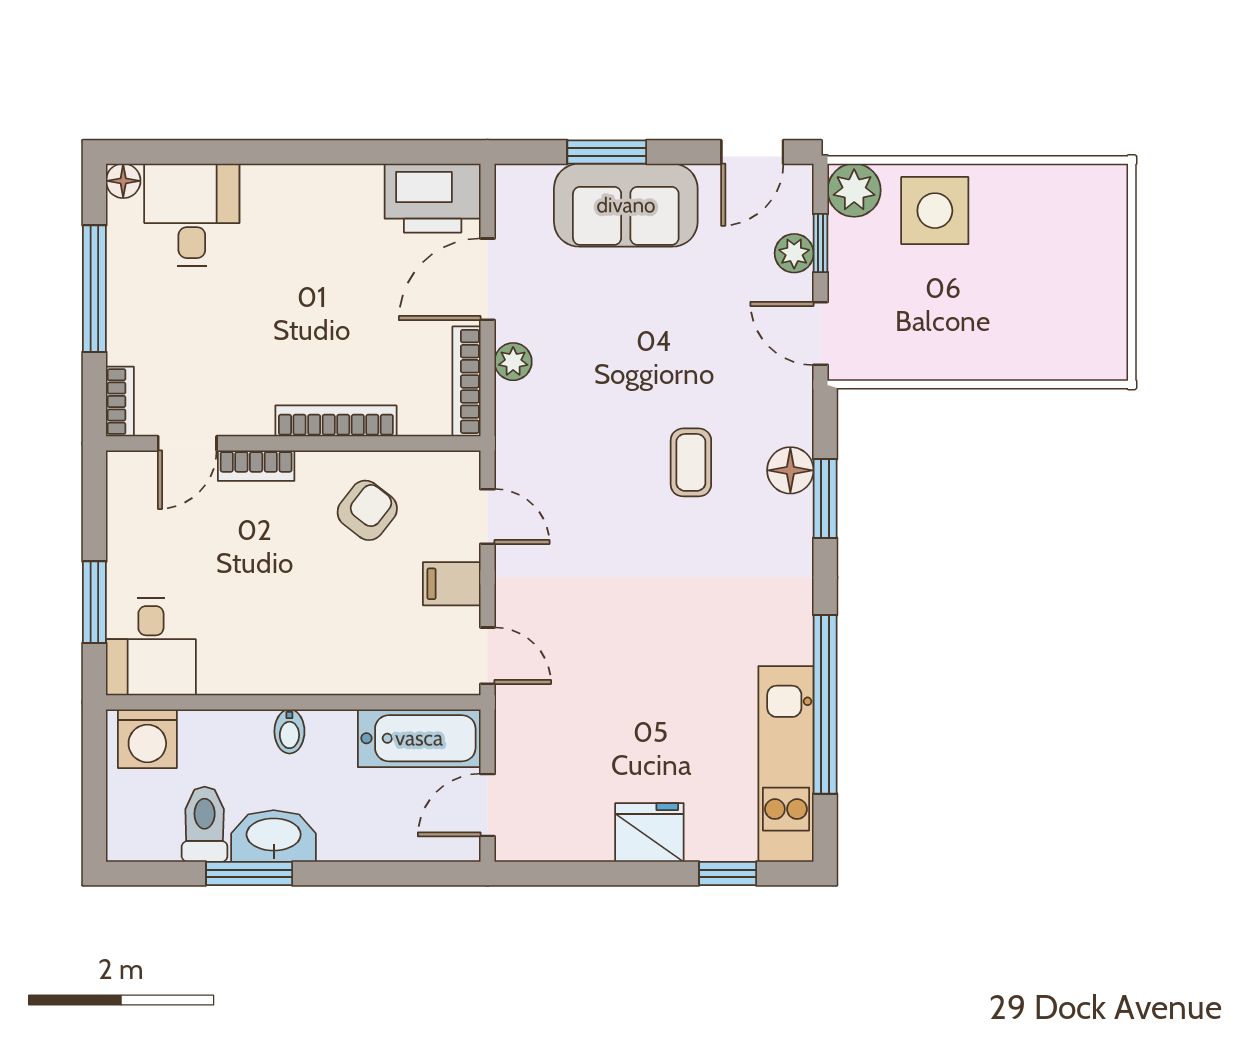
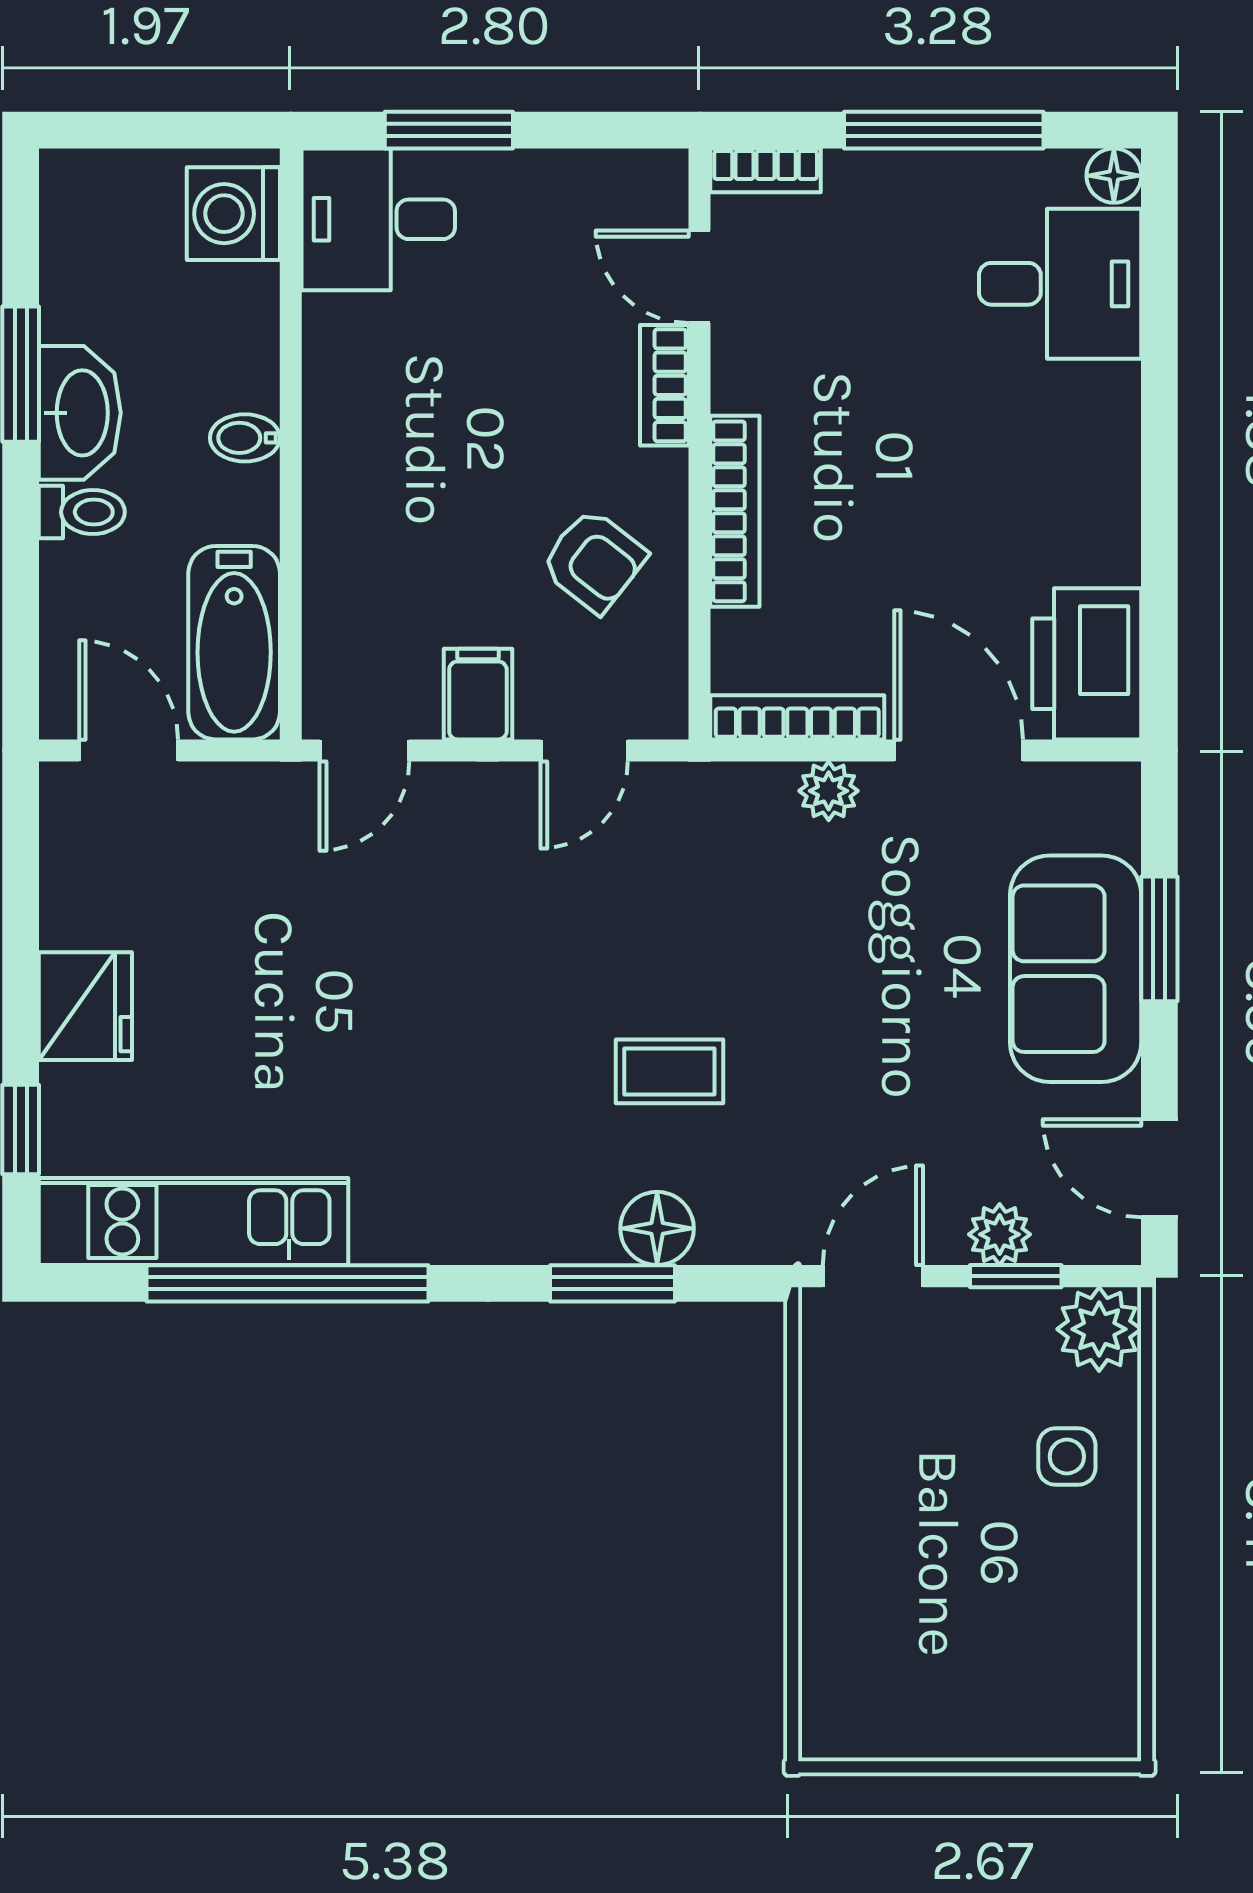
side table: (935, 211) -> (1067, 1457), width x0.54, depth x0.54
toilet: (205, 824) -> (82, 512), moved, width x0.73, depth x0.72

